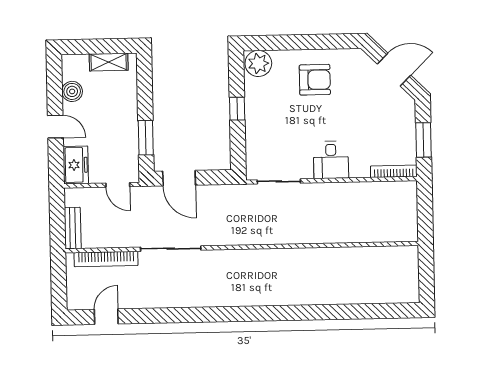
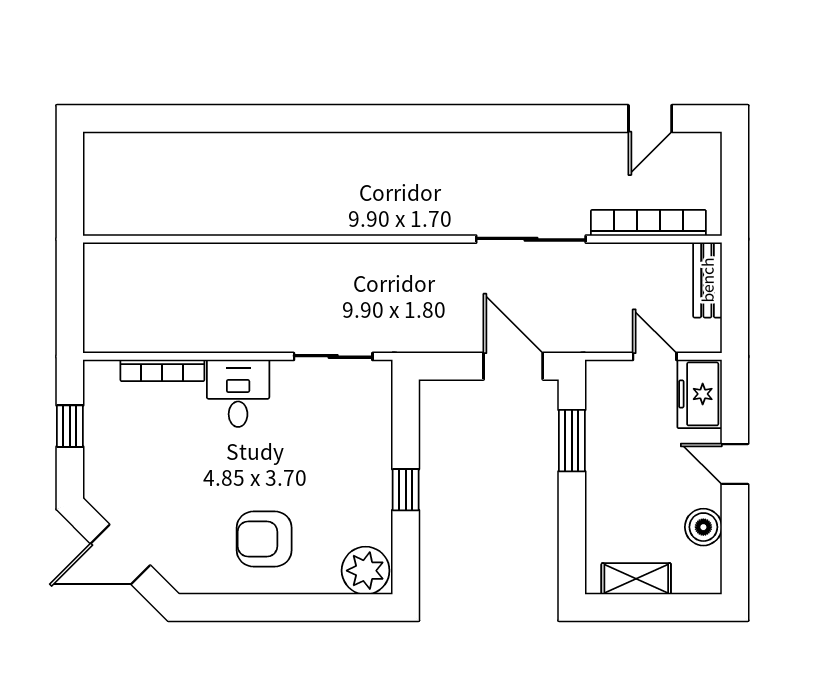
window: (424, 140) -> (70, 426), width x0.67
bookcase: (394, 171) -> (162, 370), moved
door: (118, 185) -> (655, 356), moved

